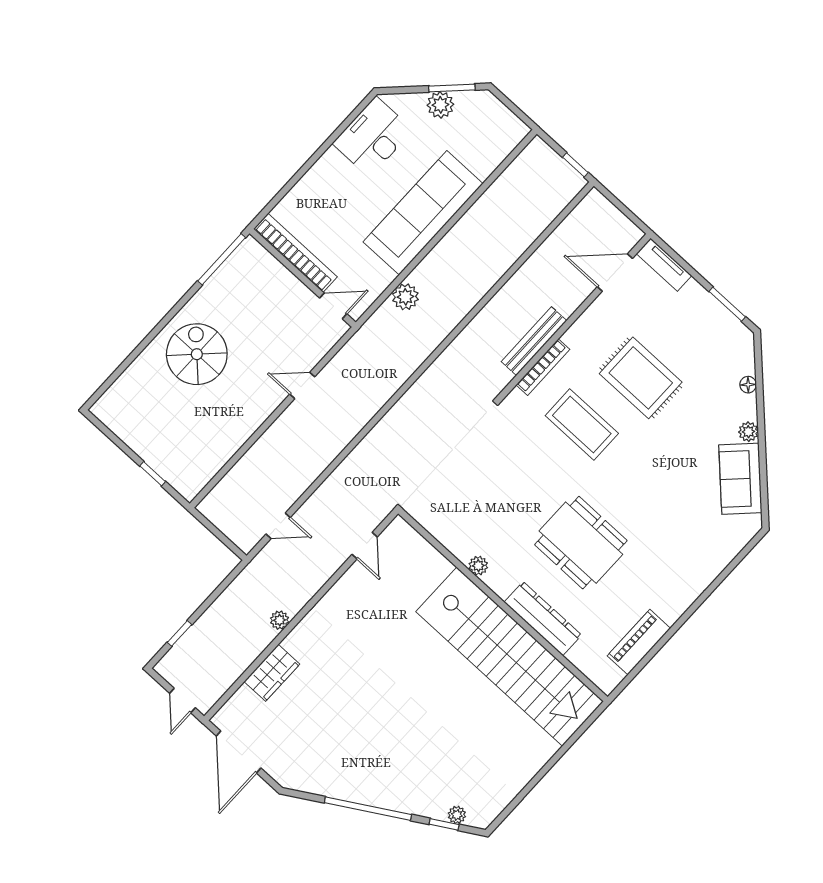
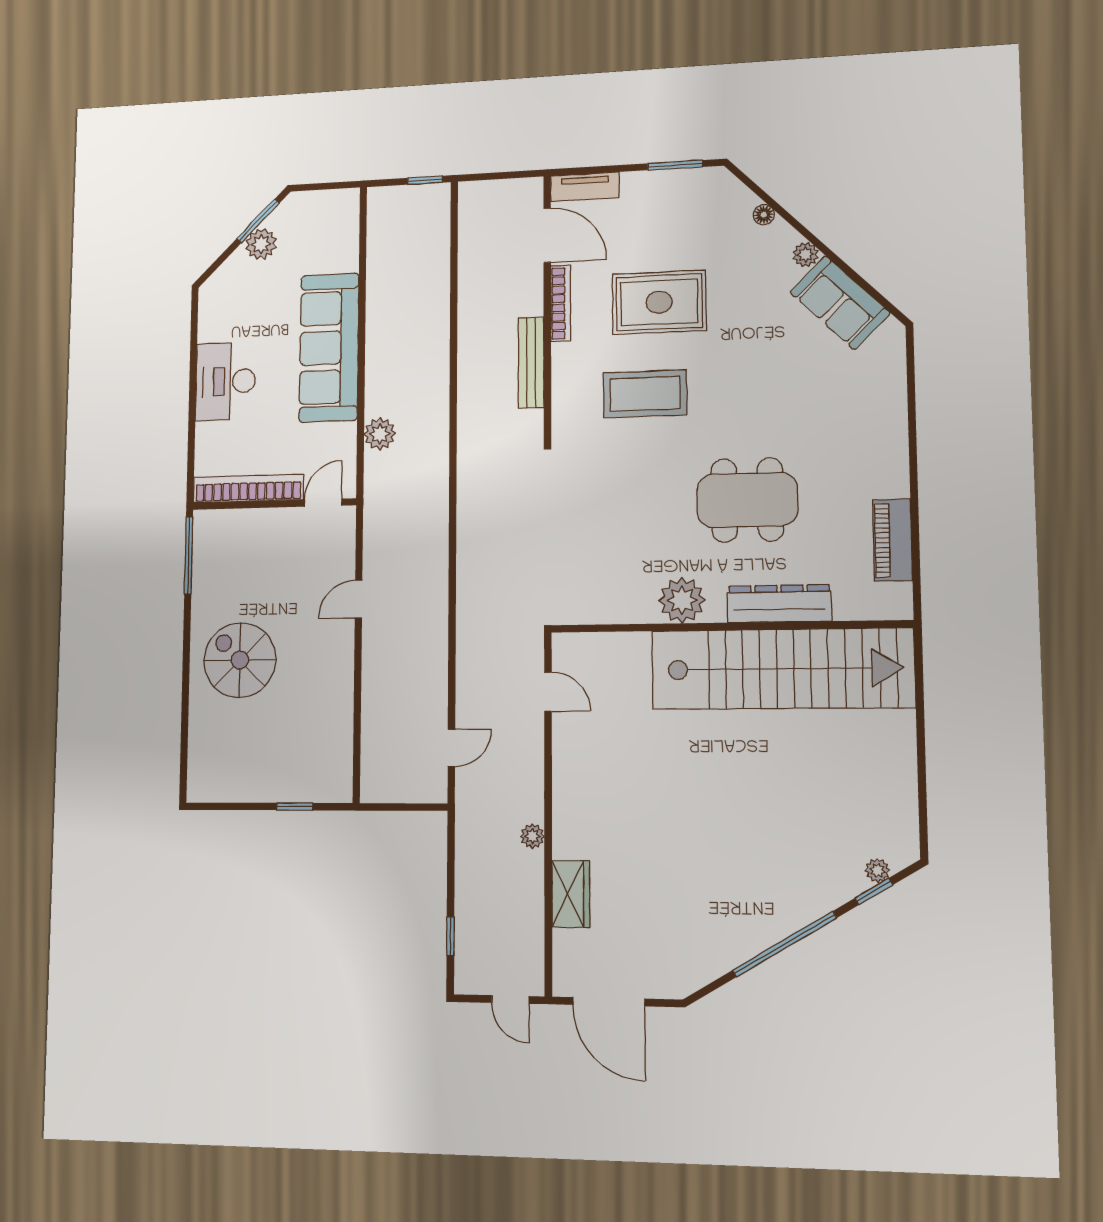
desk: (373, 137) -> (226, 381), moved
door: (615, 273) -> (547, 235), swing flipped
bookcase: (543, 367) -> (561, 303), moved
plant: (478, 566) -> (682, 600), width x1.87, depth x1.87

